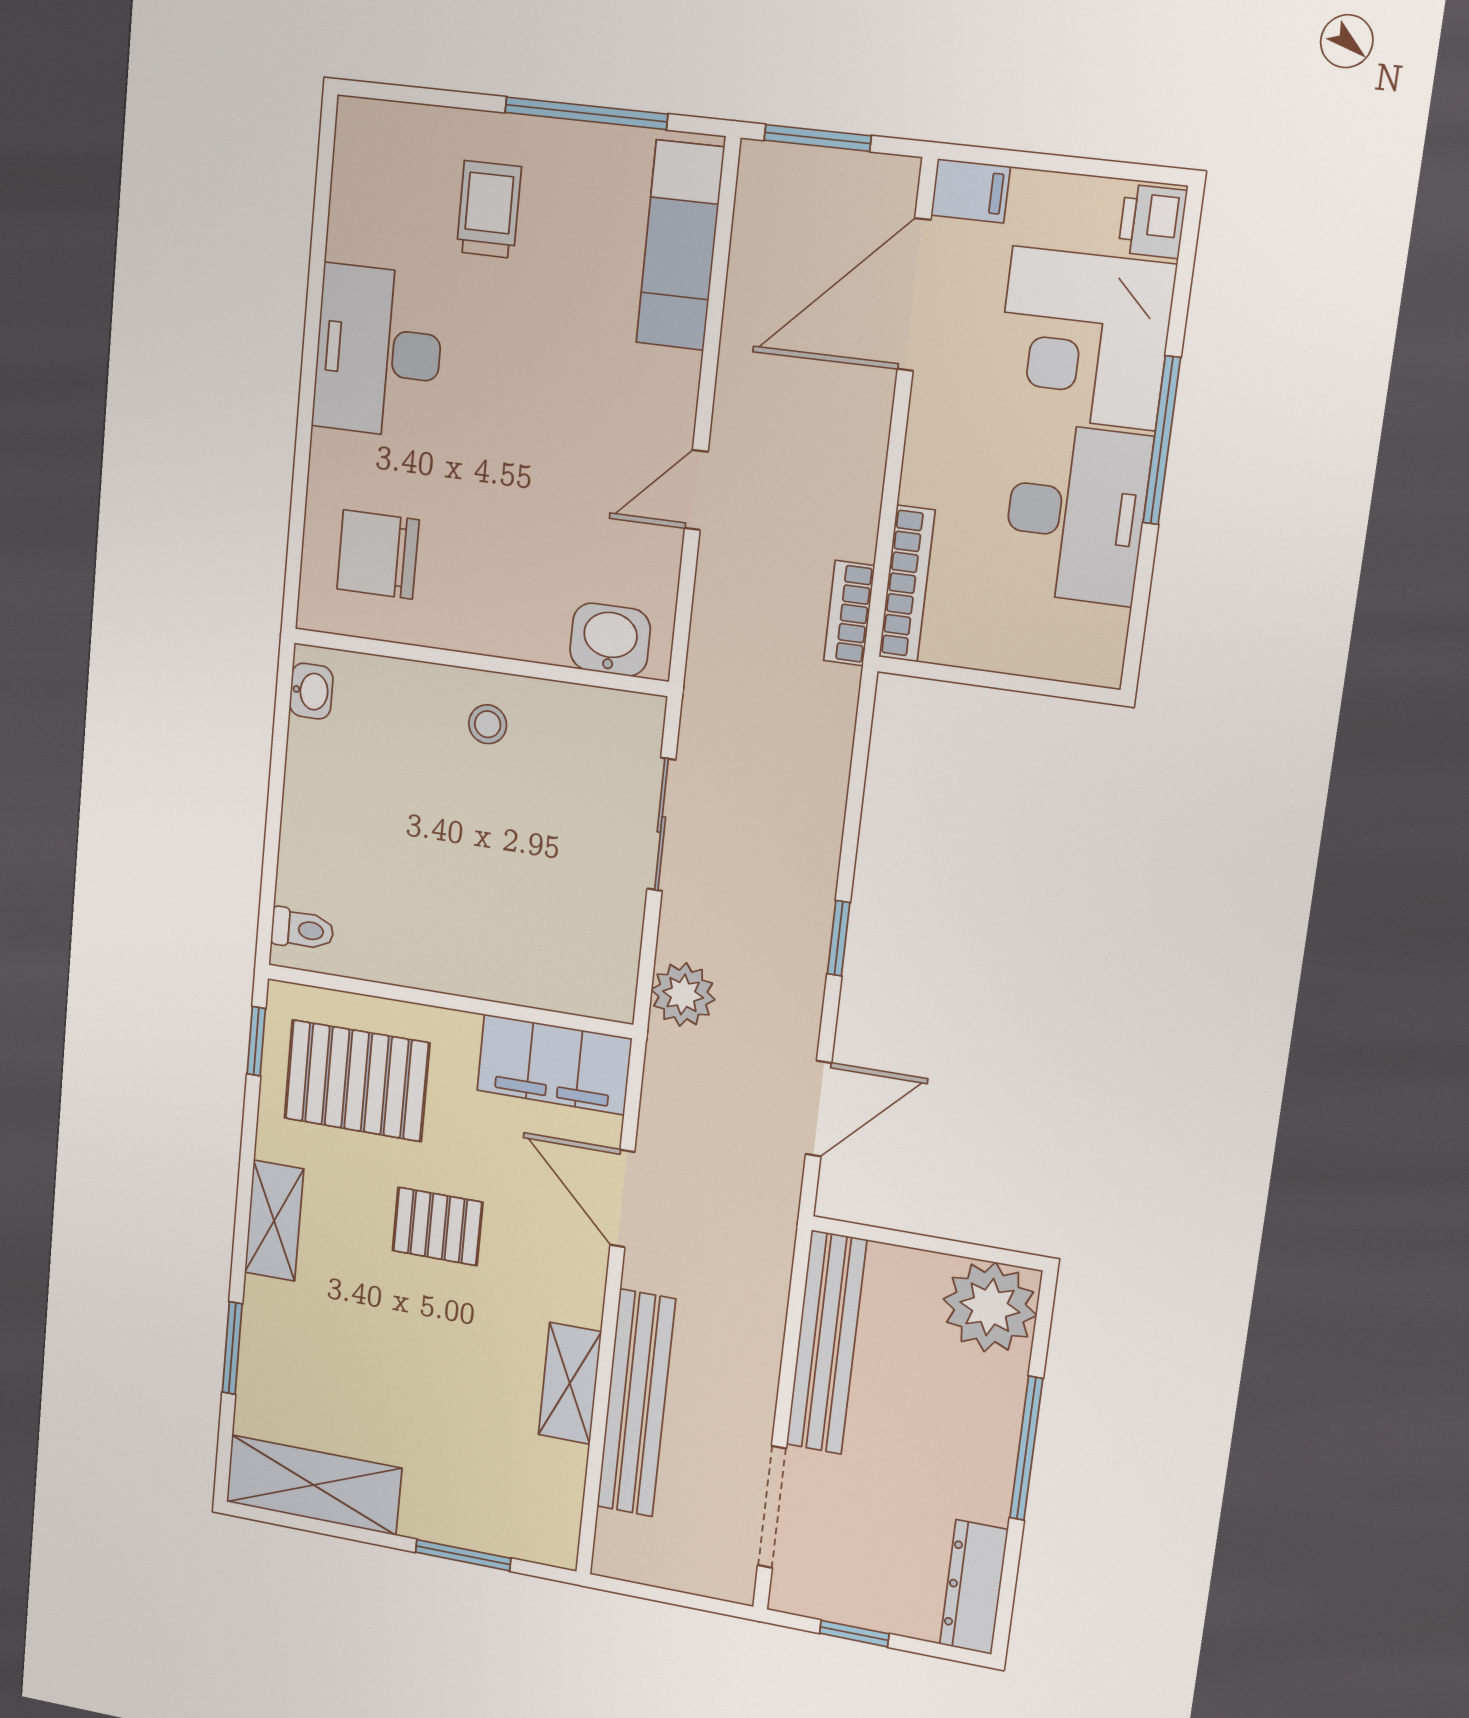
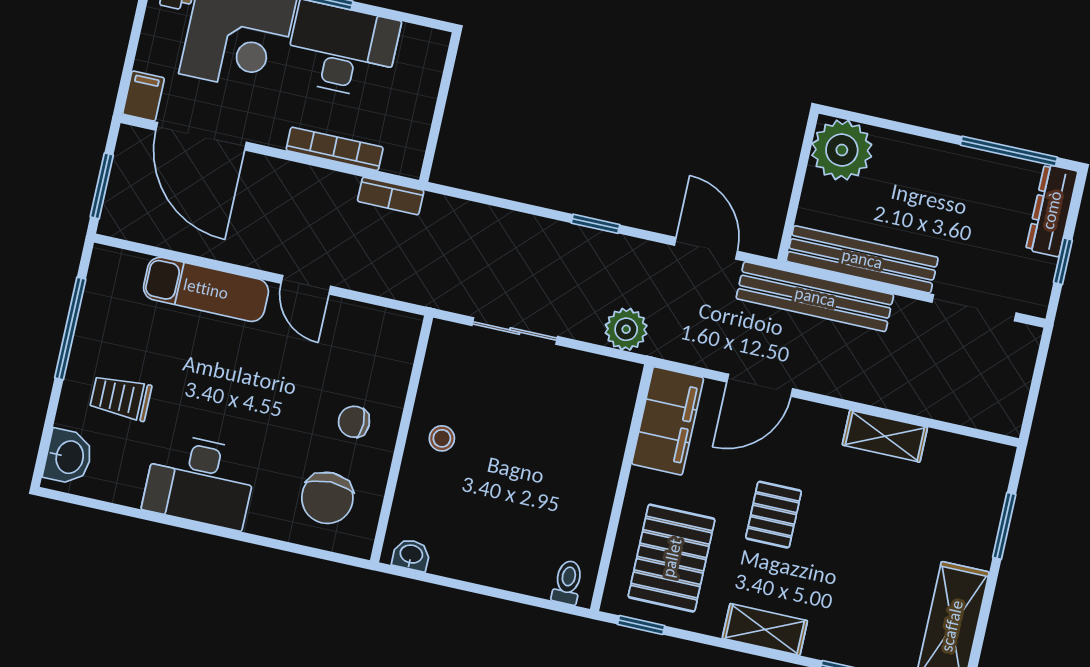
exam couch: (680, 245) -> (206, 289), moved
bookcase: (907, 584) -> (335, 149), moved
chair: (496, 586) -> (354, 422), added
washbasin: (610, 640) -> (68, 457), moved, turned 180
bench: (636, 1403) -> (815, 297), moved
window: (1026, 1448) -> (1009, 151), moved
dresser: (974, 1587) -> (1052, 210), moved, turned 90

